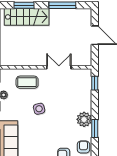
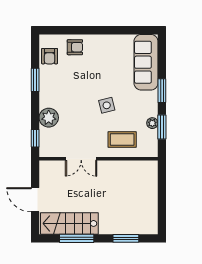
stairs: (27, 17) -> (69, 223), moved
plant: (84, 119) -> (49, 118), moved

